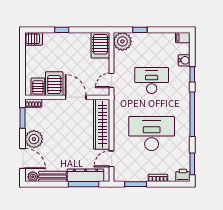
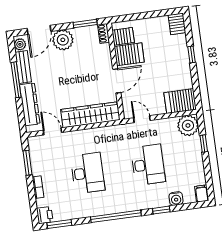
desk: (152, 133) -> (88, 173), width x0.73, depth x0.77
window: (83, 184) -> (16, 80), moved

